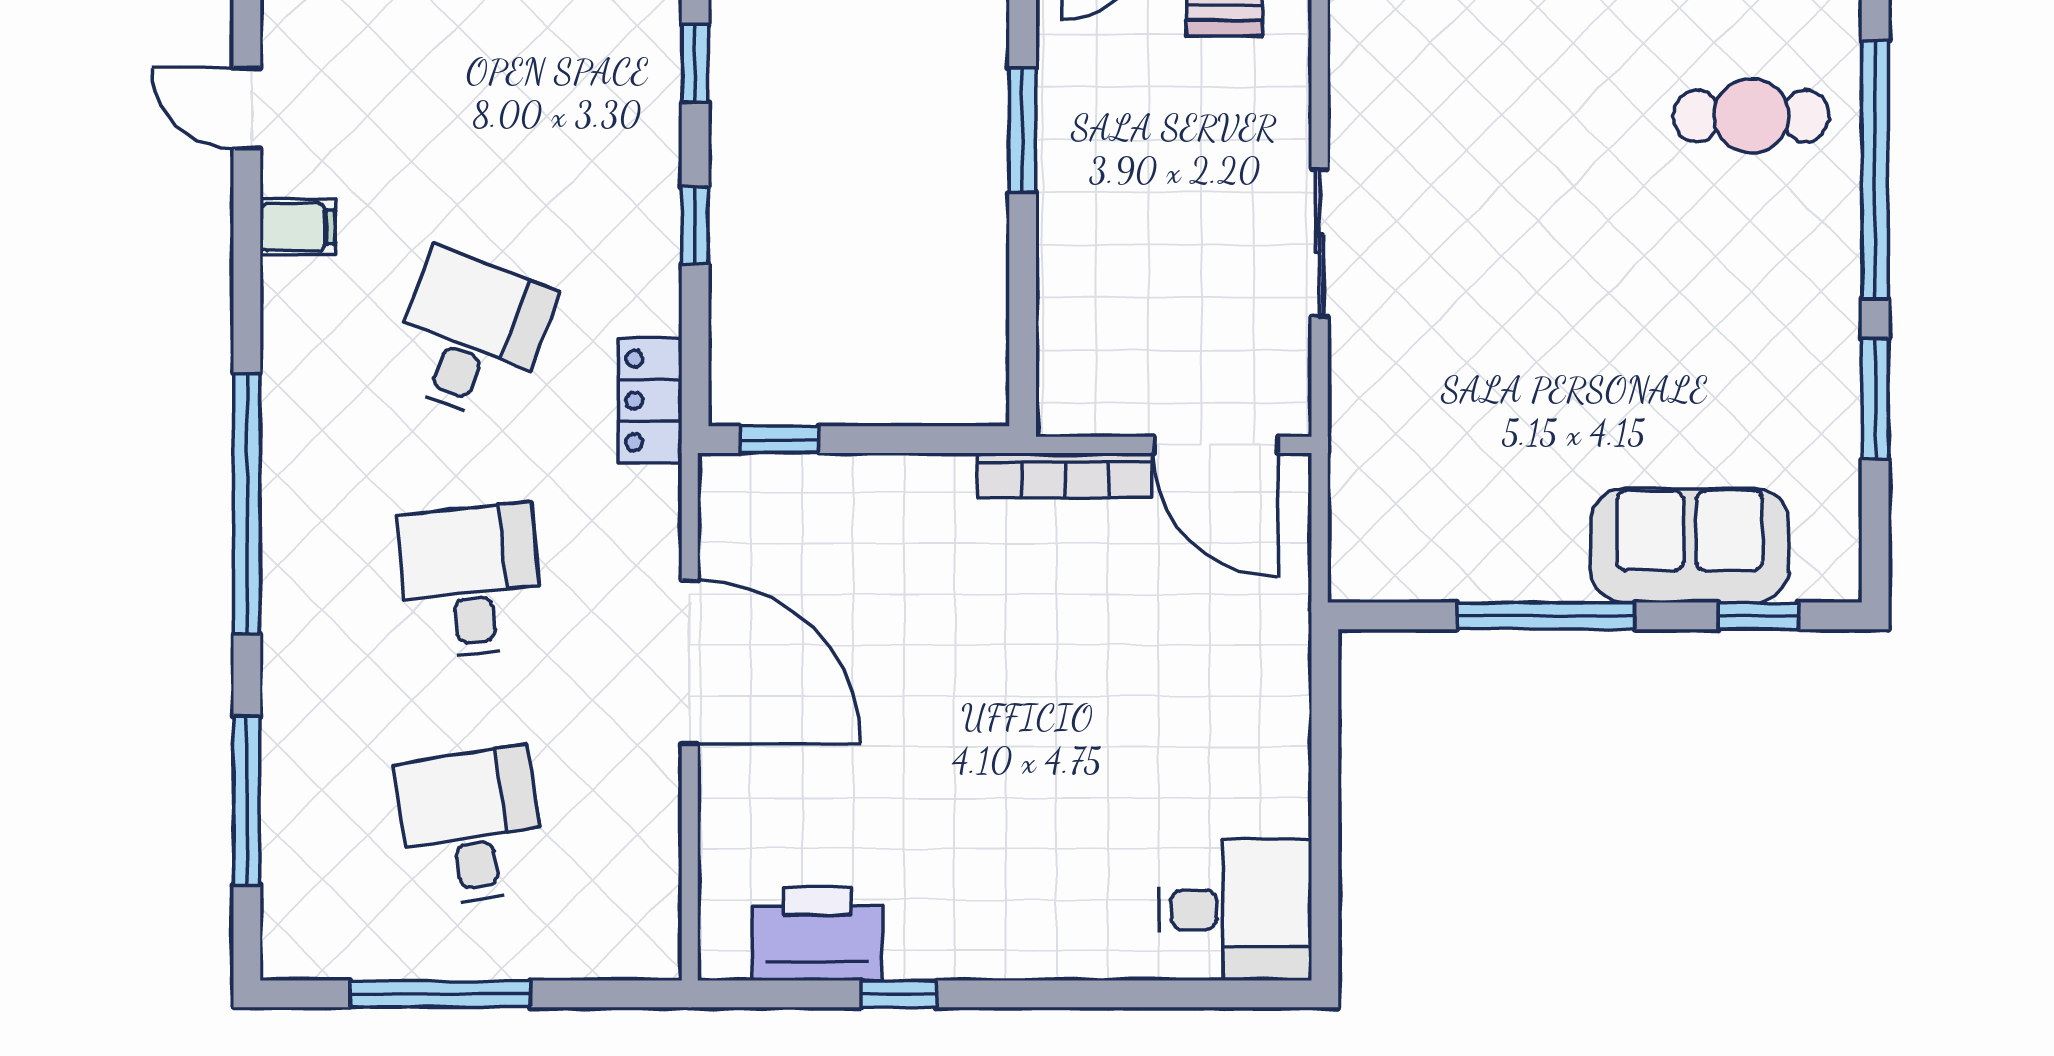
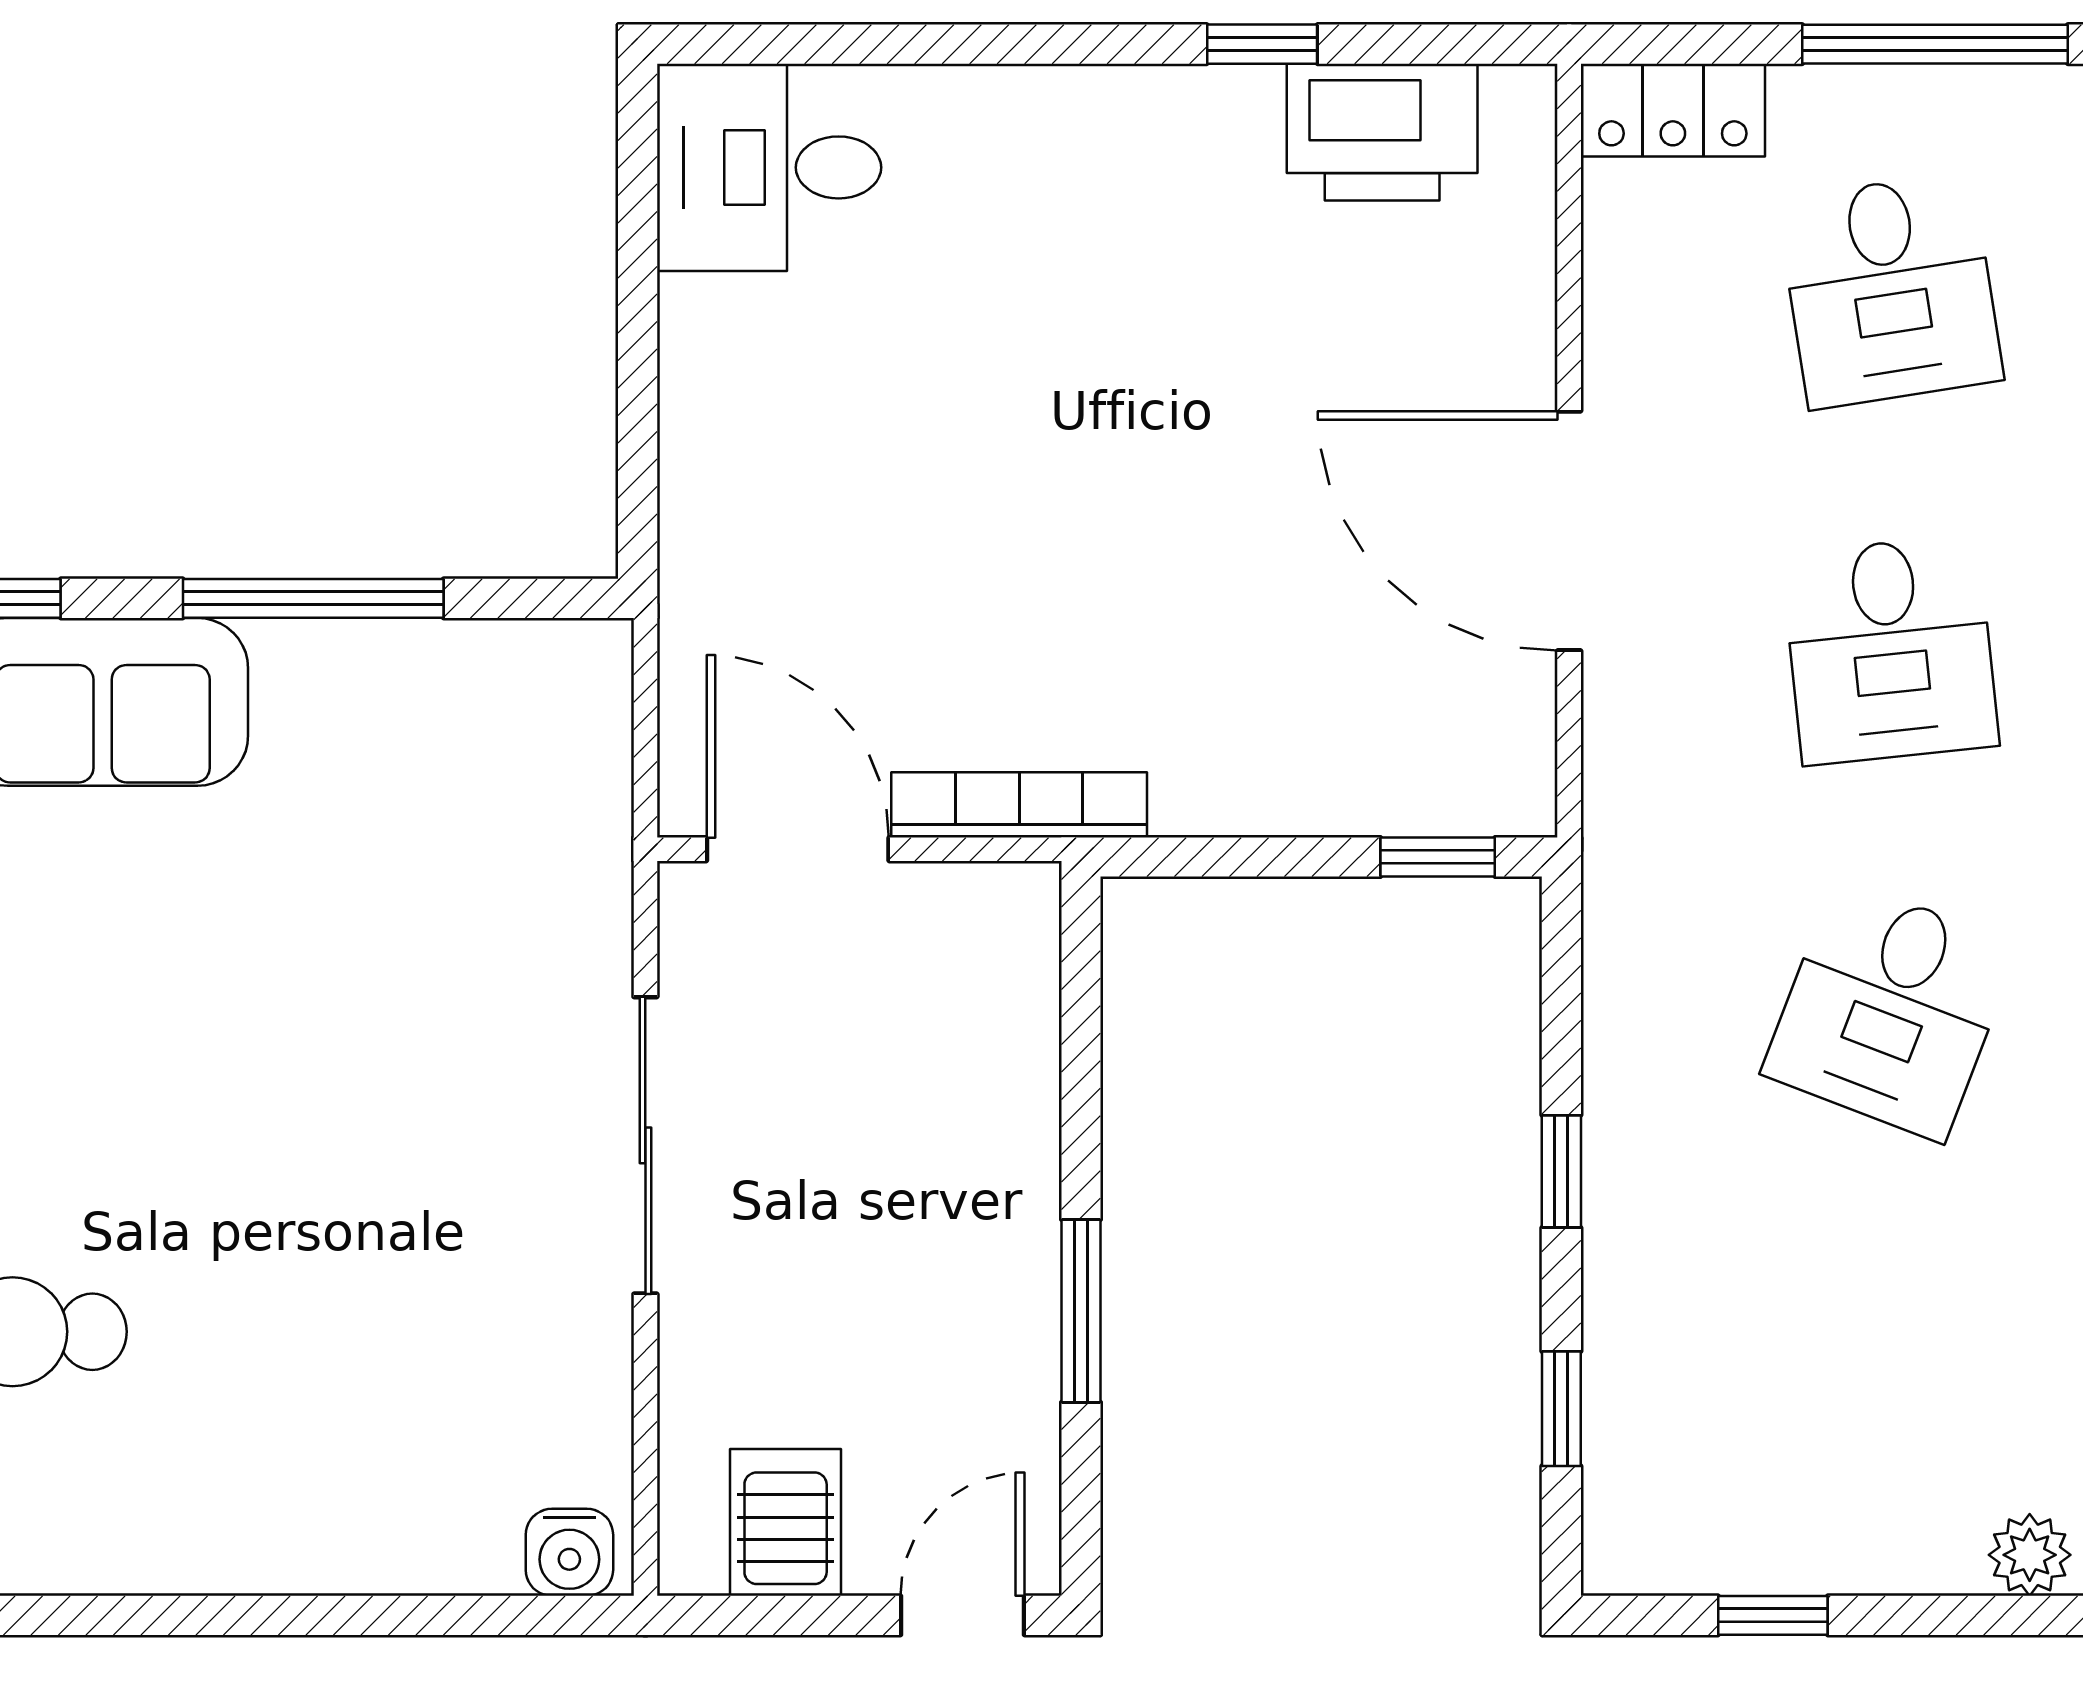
sliding door: (1320, 243) -> (645, 1145), width x1.37
locker: (650, 401) -> (1673, 110), moved, turned 90

